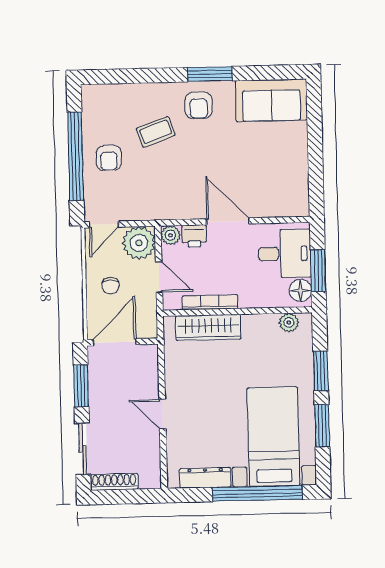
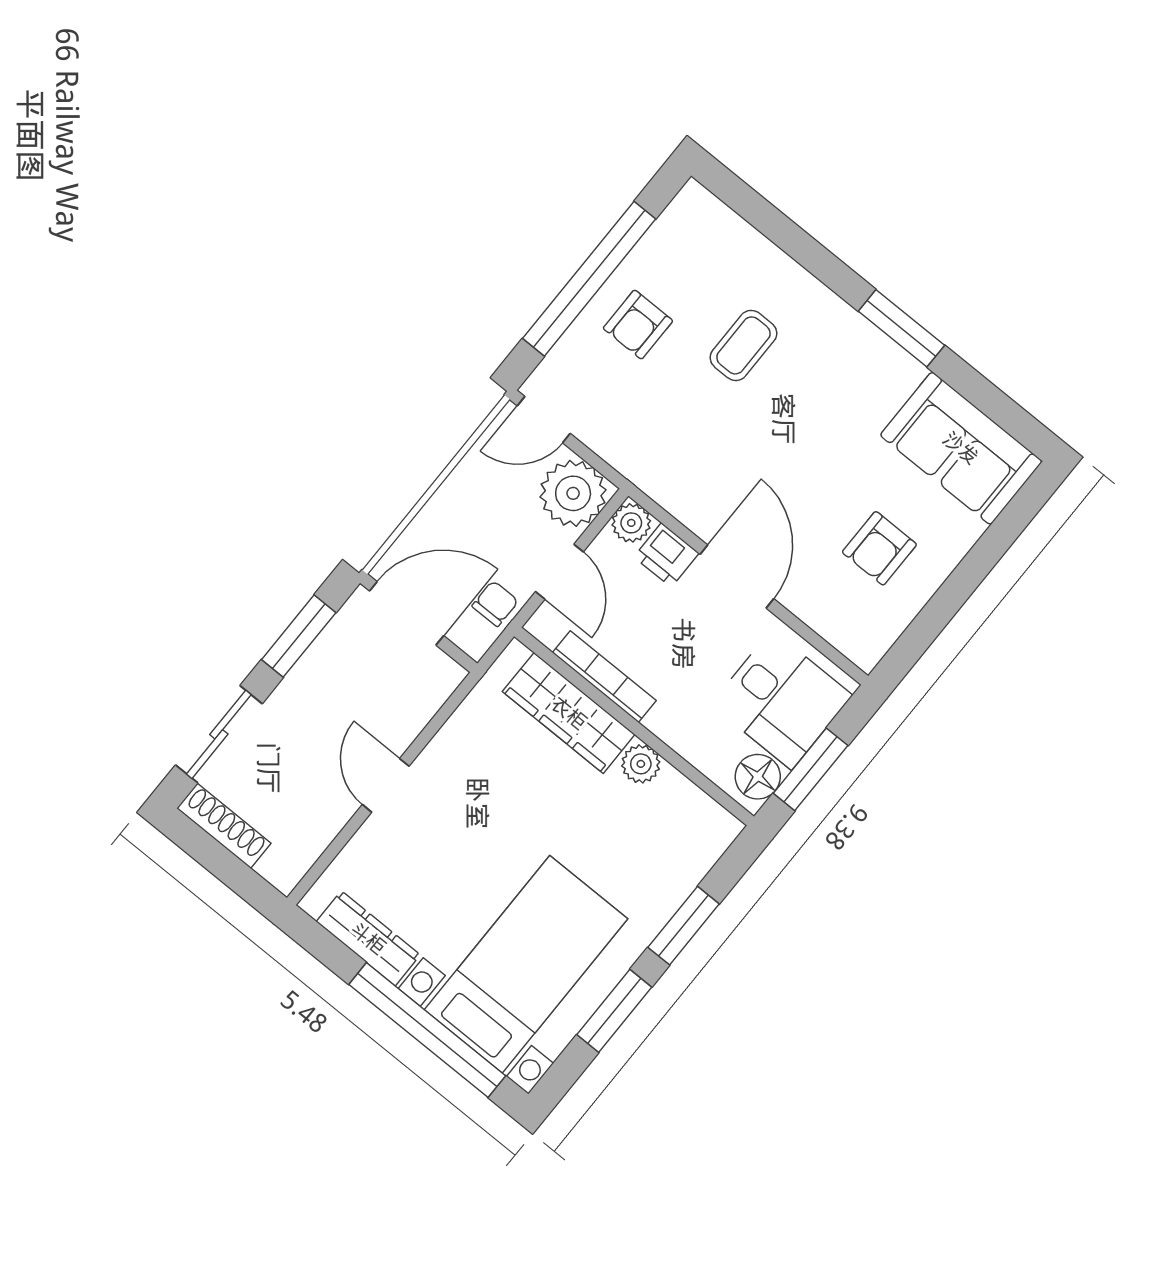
armchair: (199, 105) -> (879, 548), moved
coffee table: (156, 132) -> (743, 345), turned -70
chair: (111, 286) -> (495, 604), moved, turned 180
plant: (289, 323) -> (641, 764), moved

